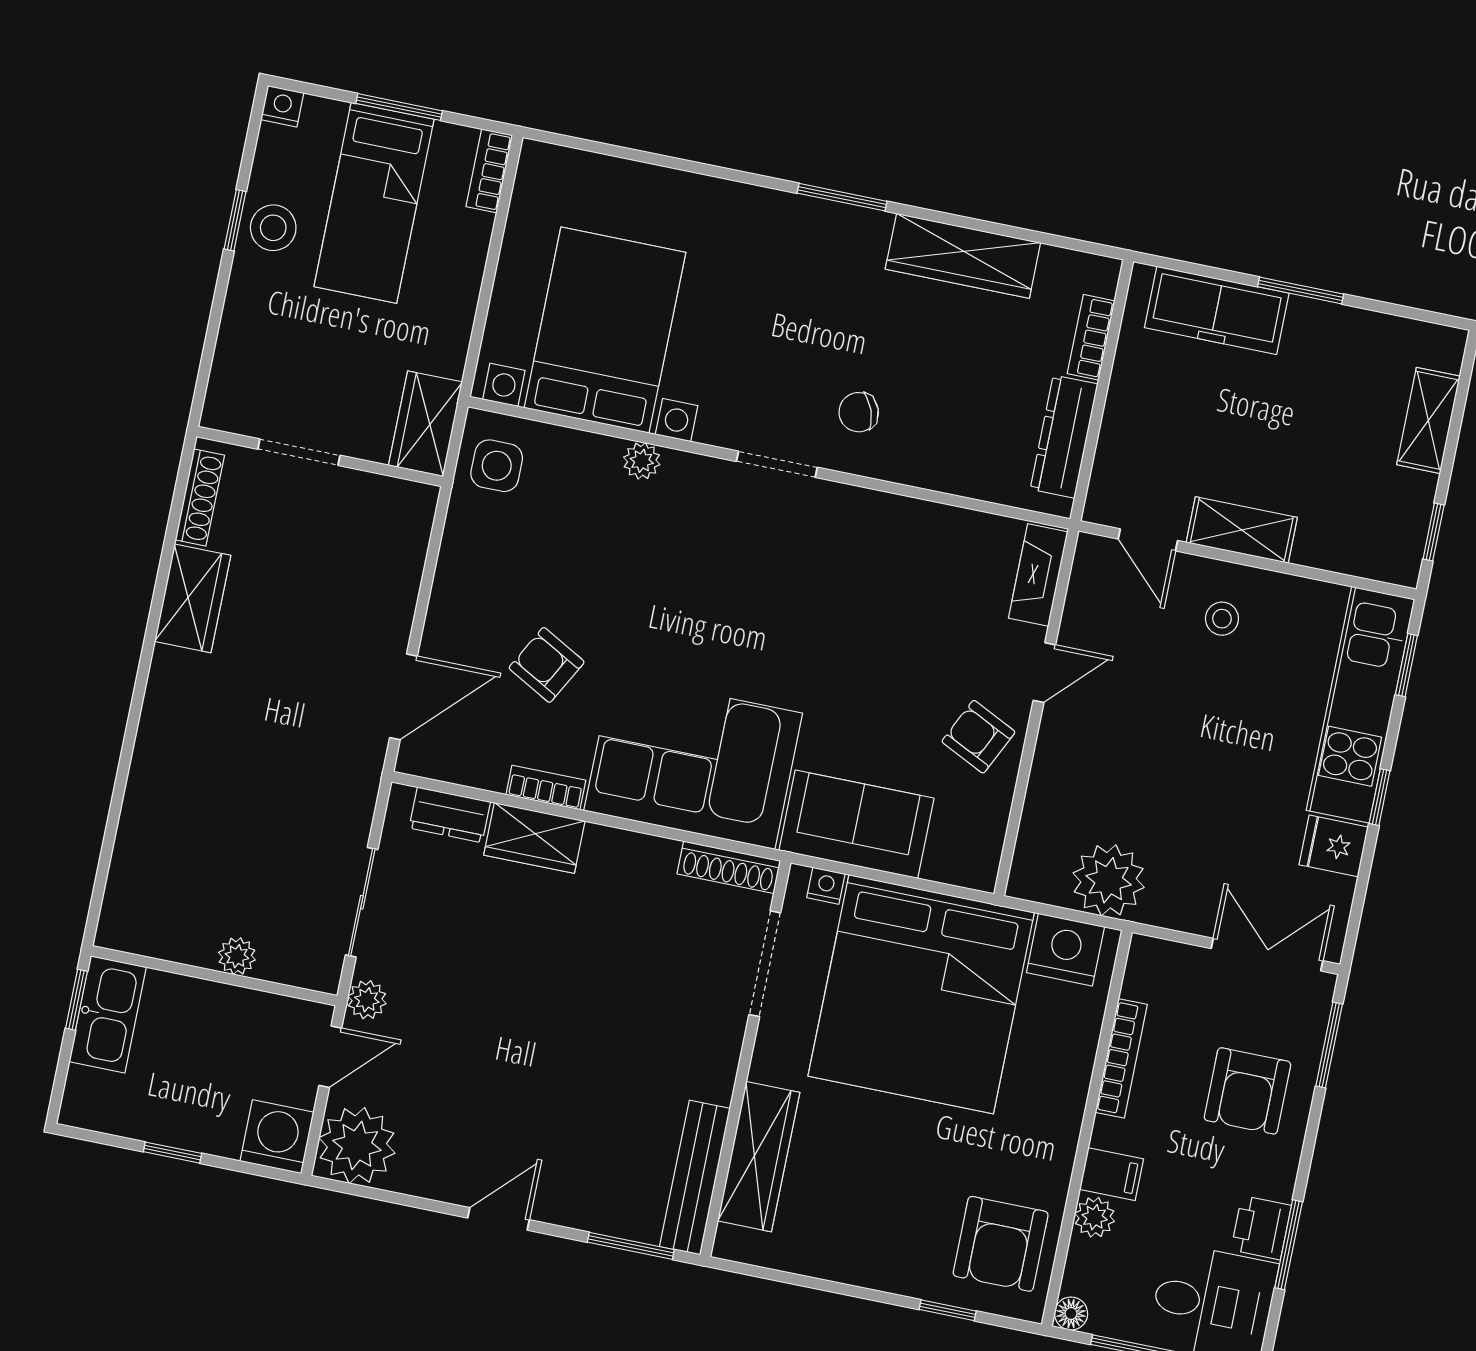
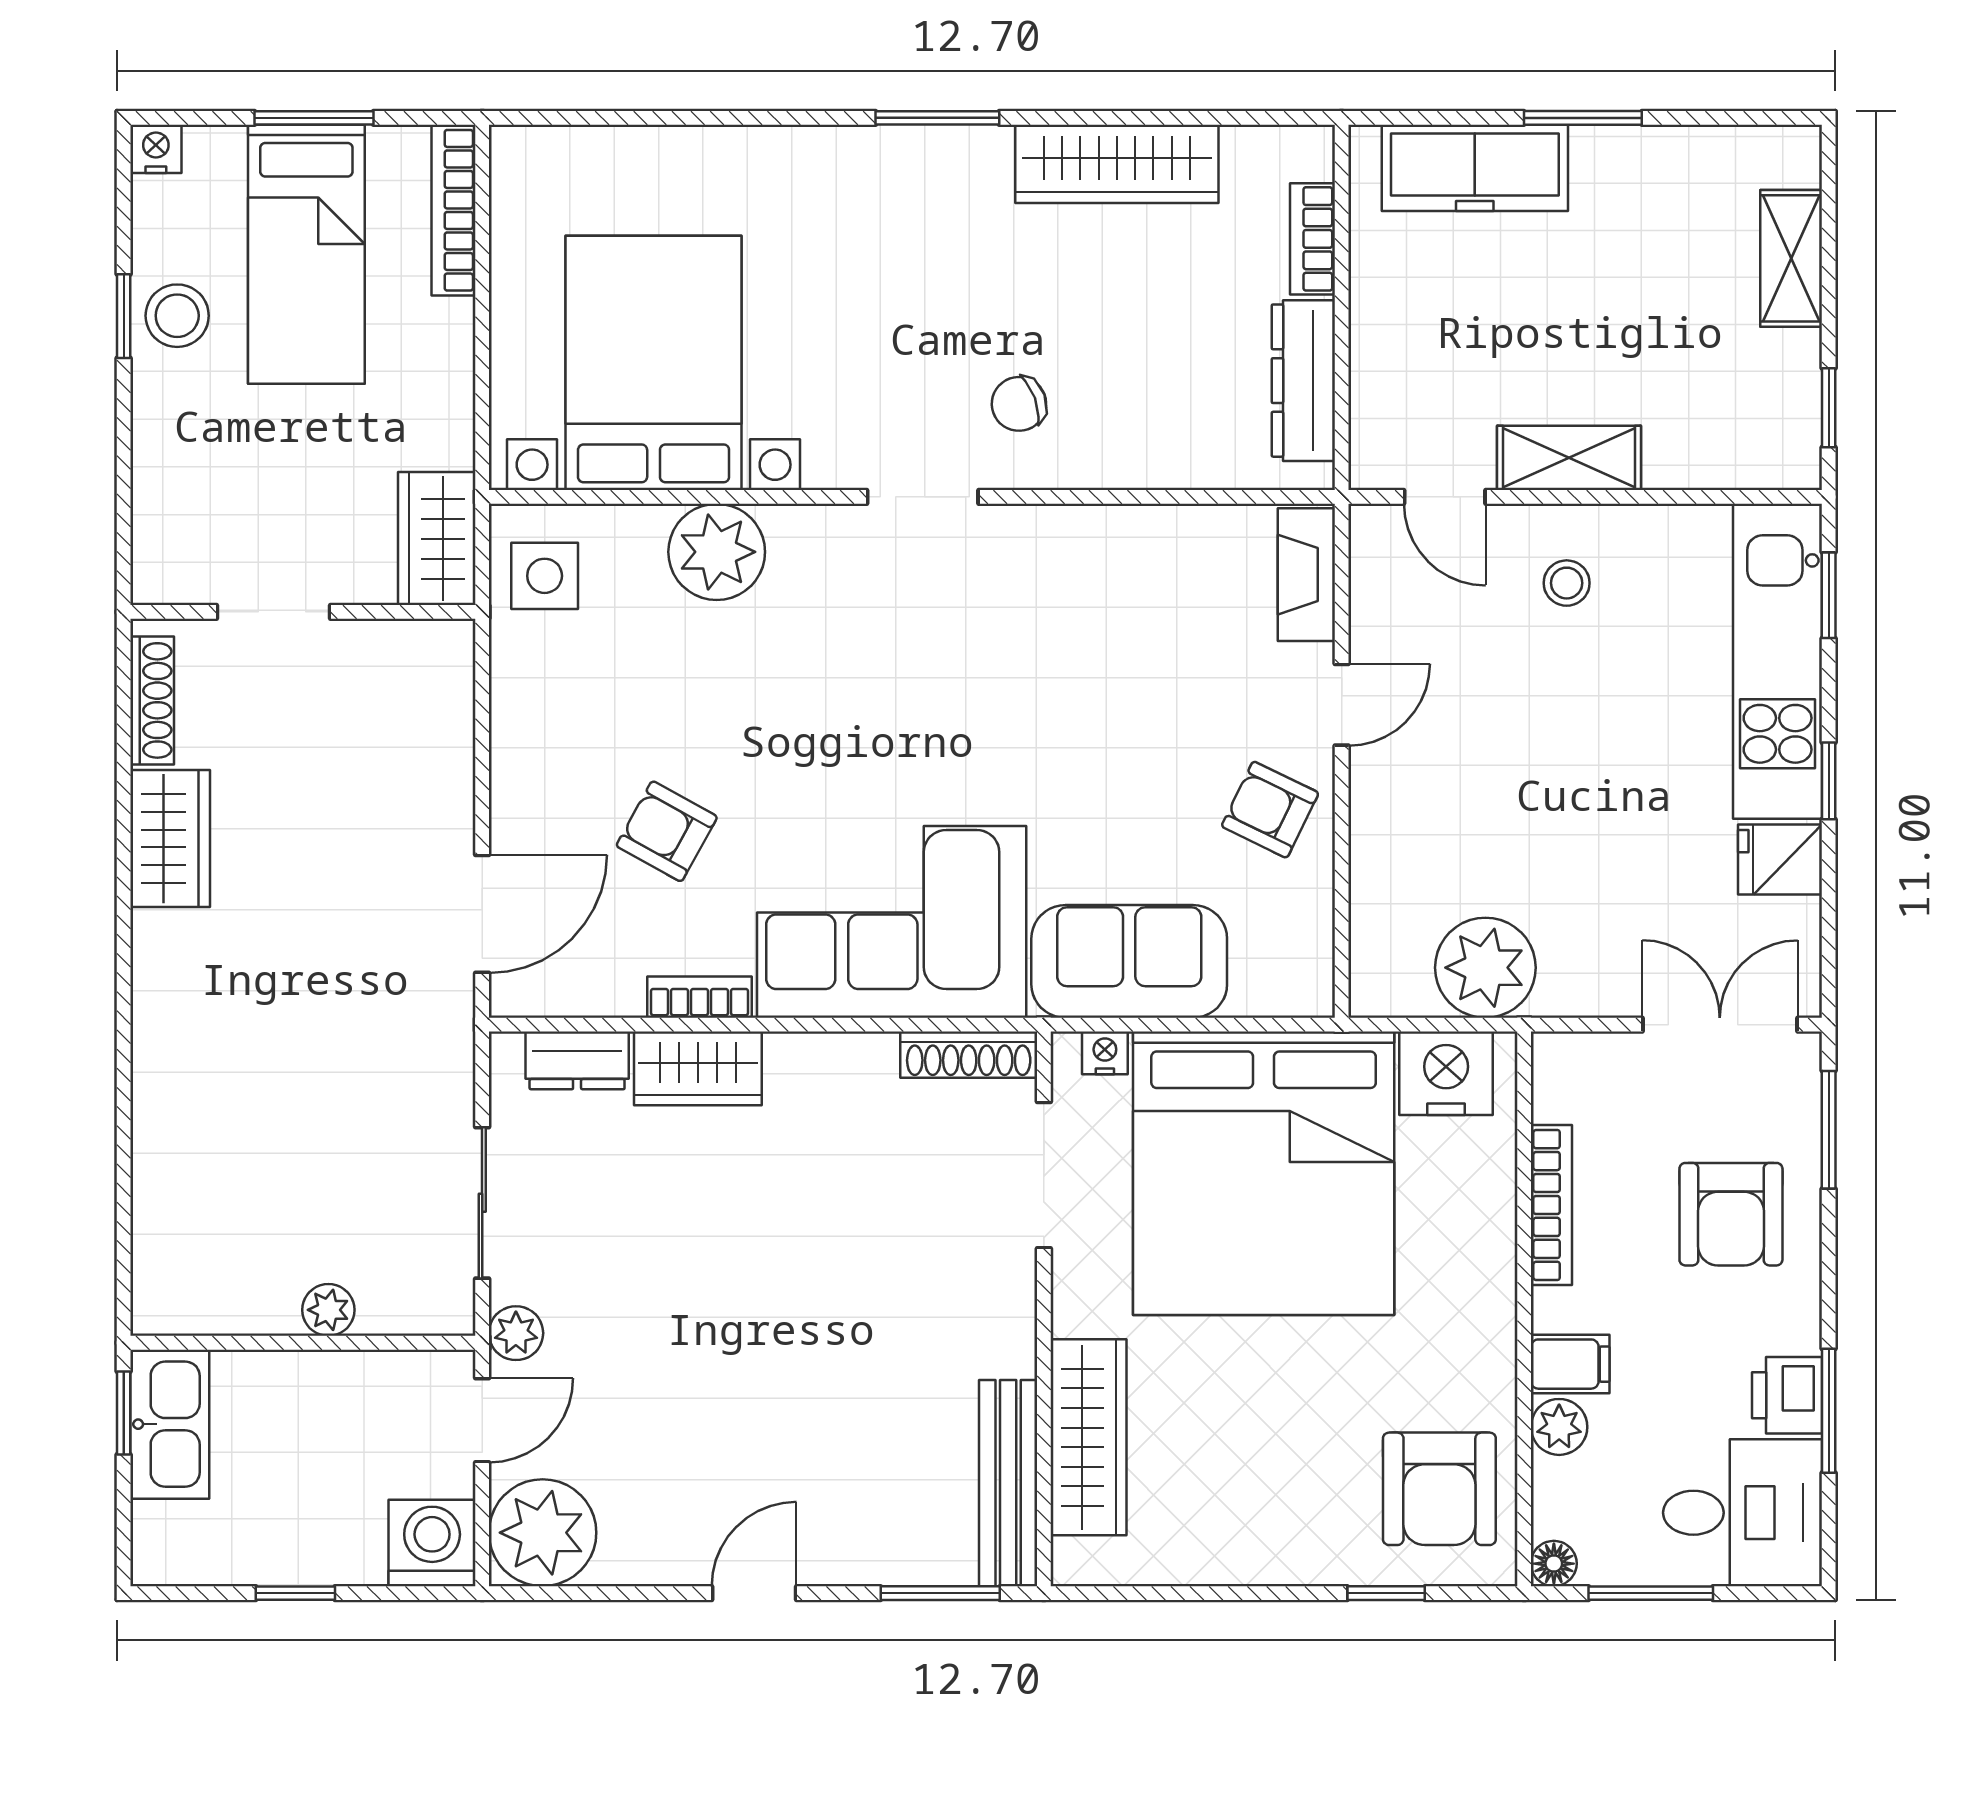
bookcase: (489, 171) -> (454, 210), width x1.56
plant: (642, 461) -> (717, 552), width x1.88, depth x1.88

